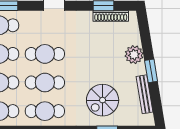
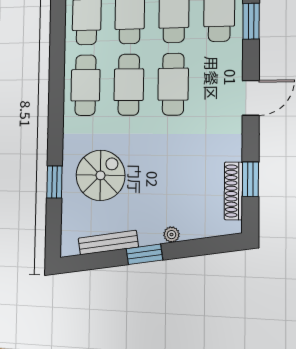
plant: (134, 55) -> (172, 235), width x0.53, depth x0.53
spiral stairs: (103, 100) -> (100, 175), turned 90

